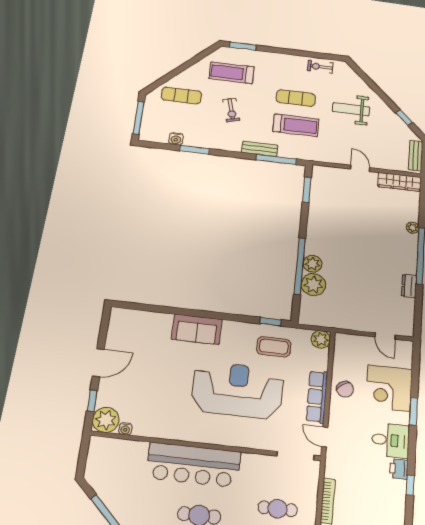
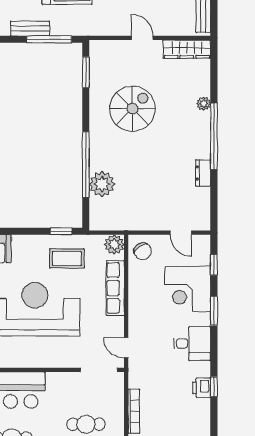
spiral stairs: (347, 224) -> (132, 109), added
plant: (313, 264) -> (99, 160), removed
window: (415, 369) -> (214, 265), added
chair: (345, 389) -> (143, 251), moved
row of seats: (317, 397) -> (115, 288), moved
printer: (399, 469) -> (202, 388), moved

